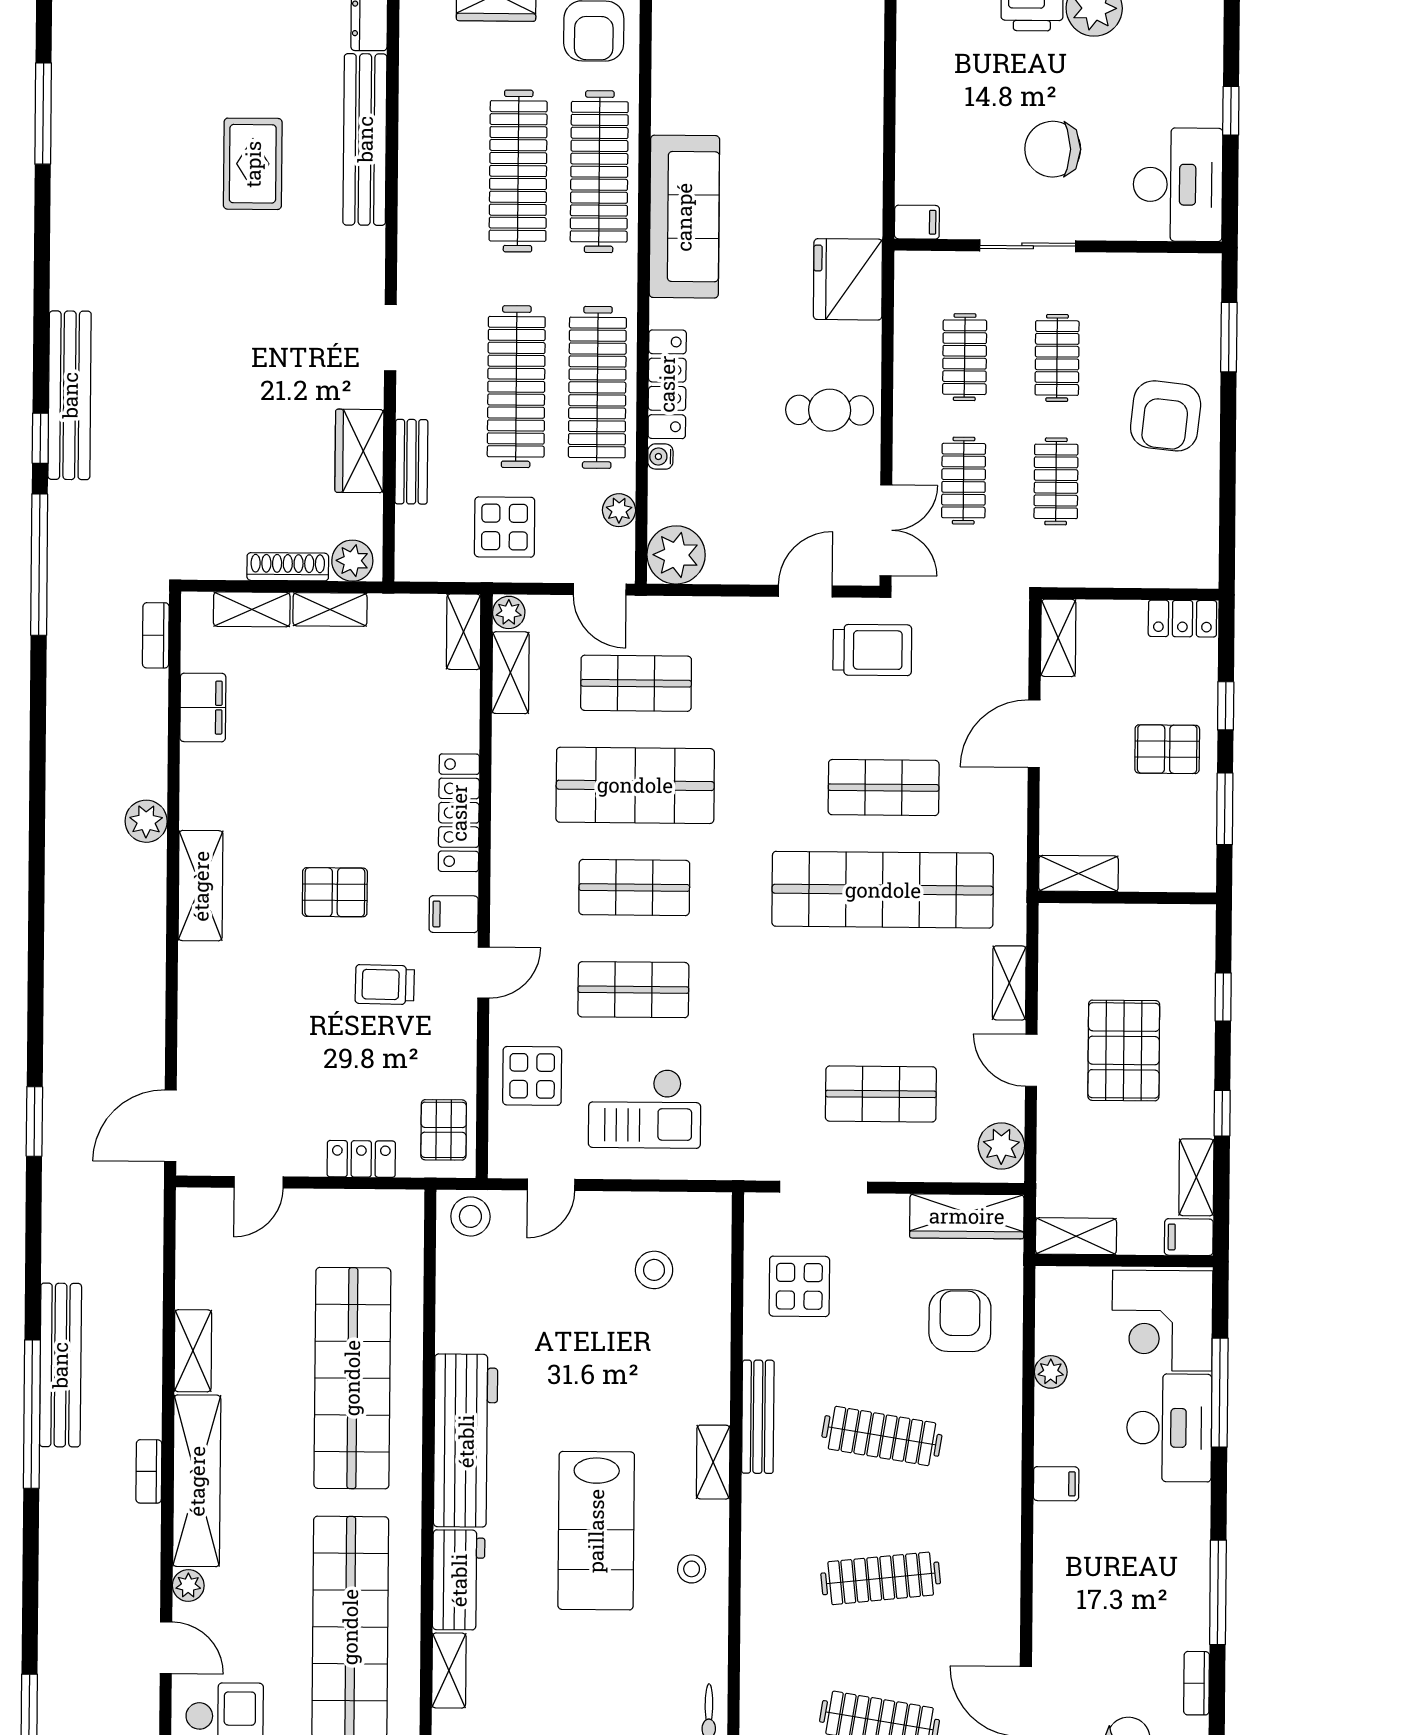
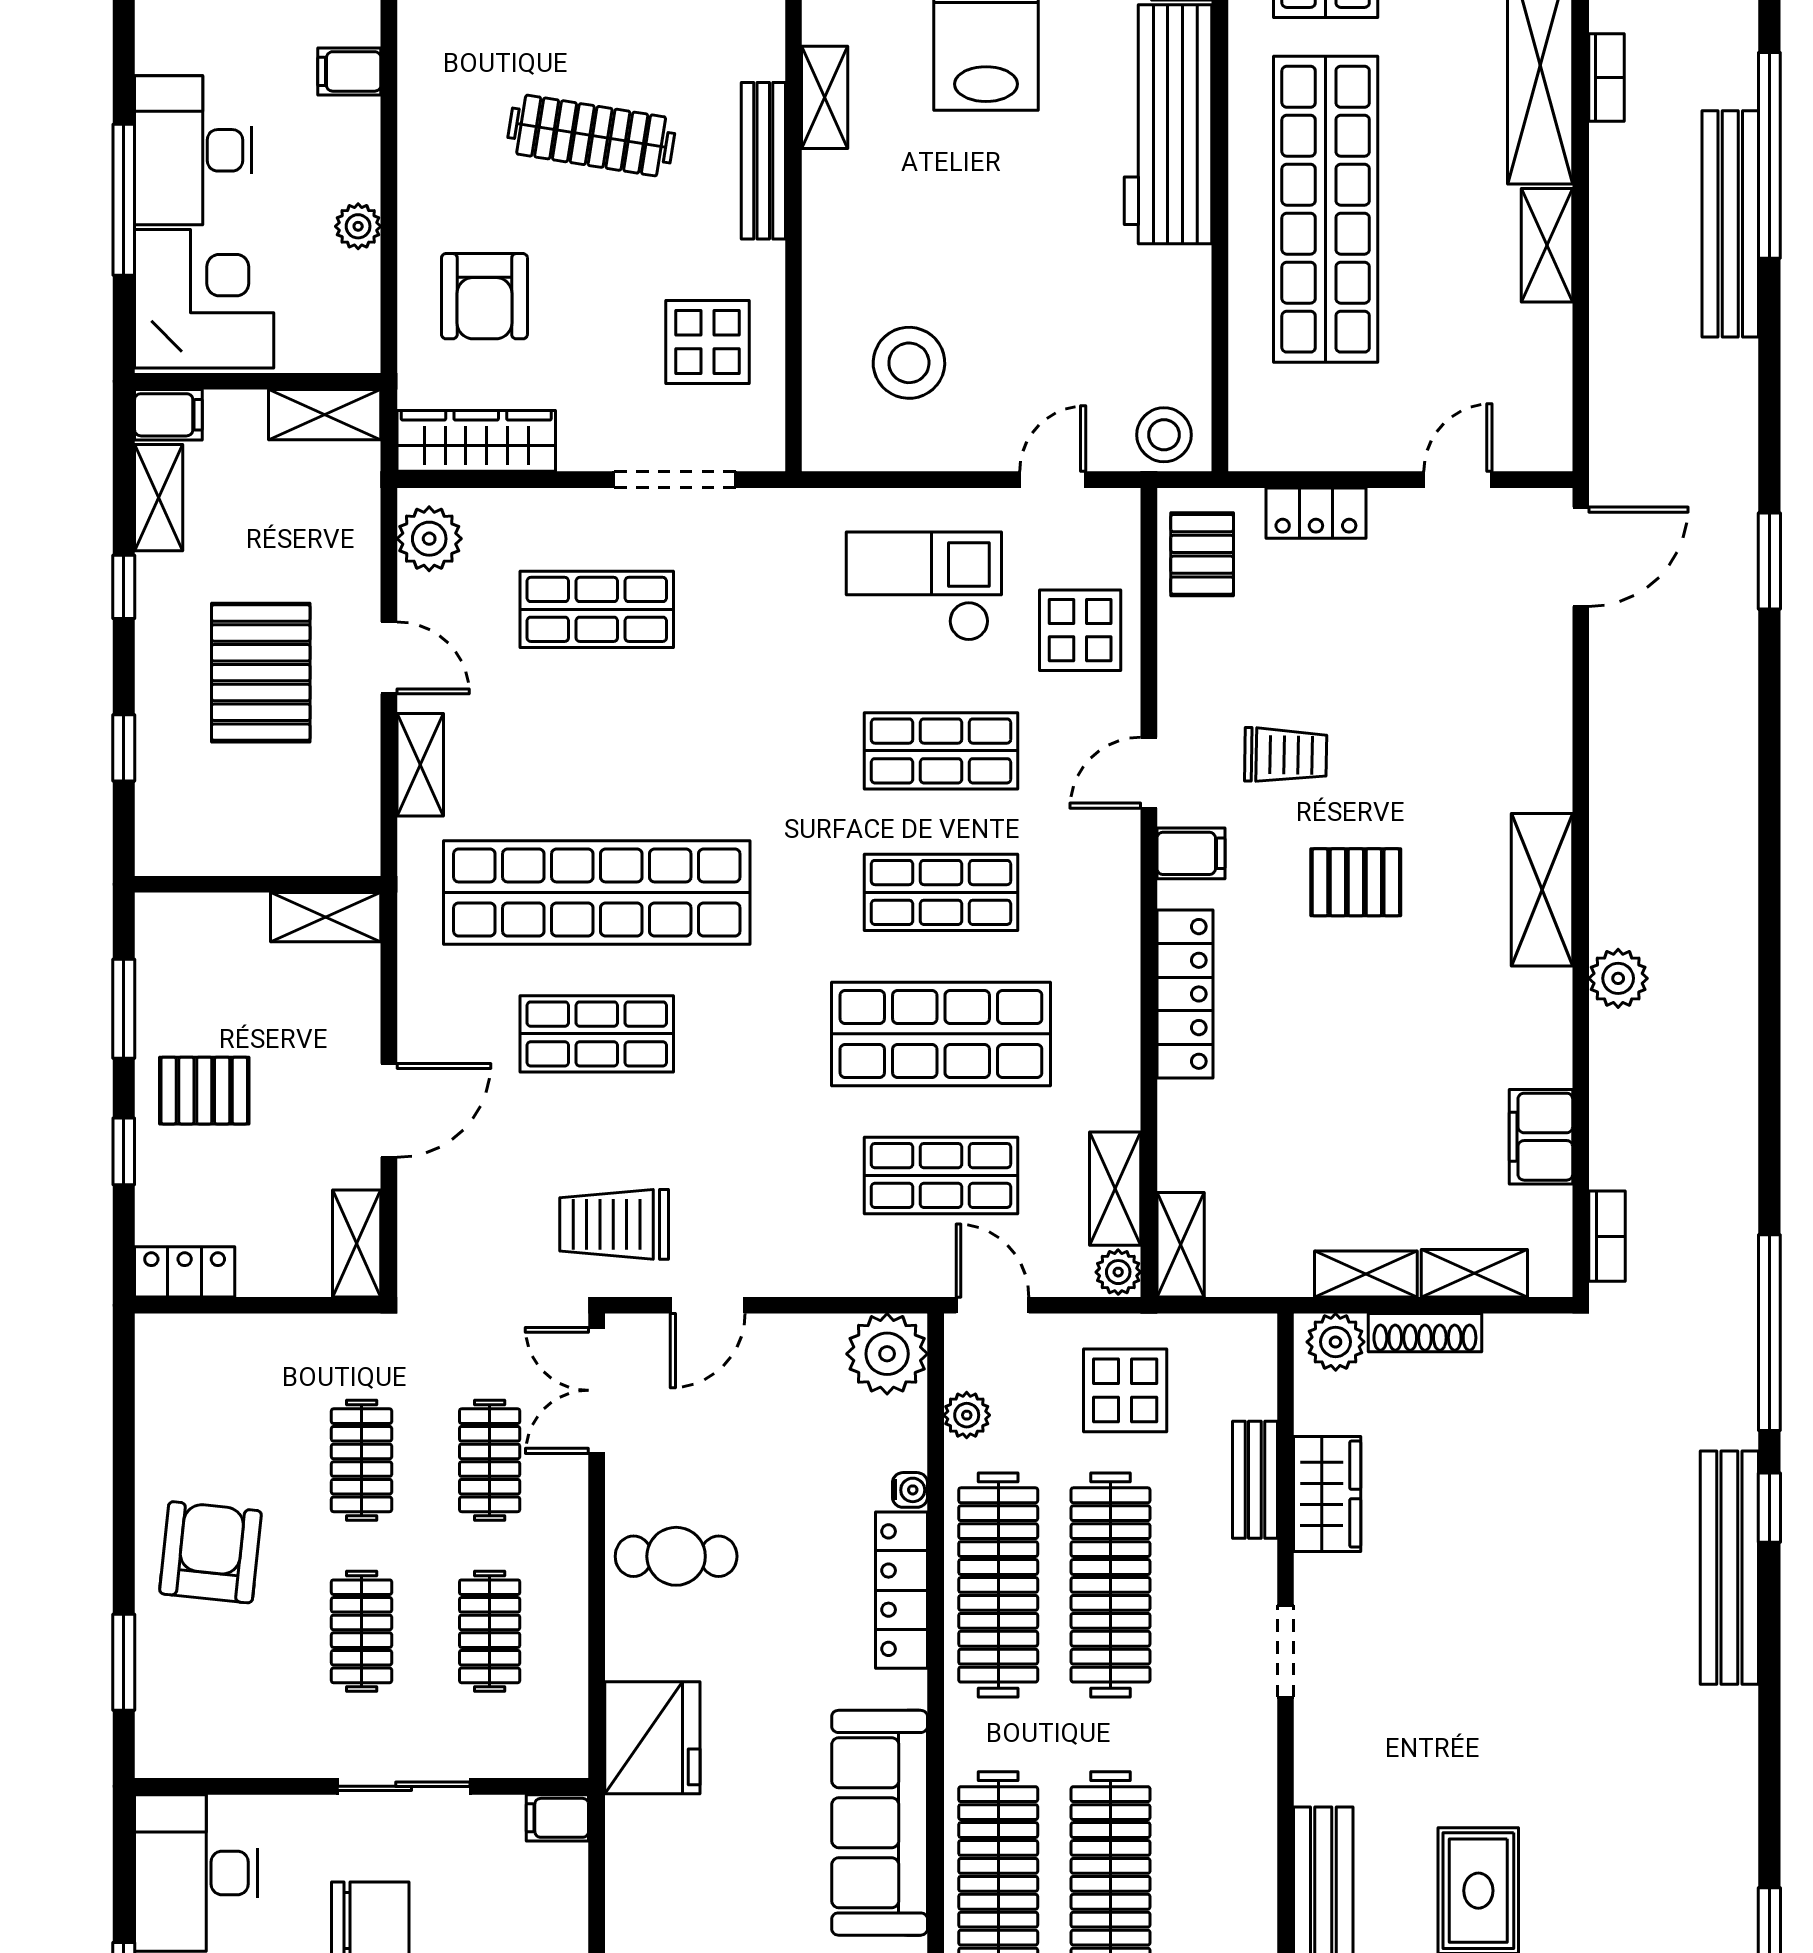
stool: (654, 1270) -> (909, 363), width x1.38, depth x1.38

